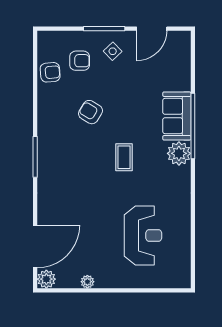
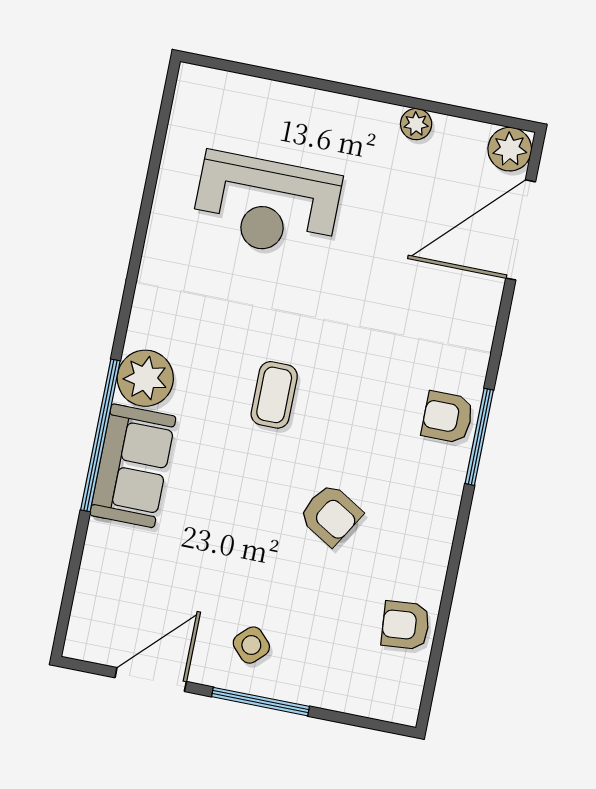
armchair: (80, 61) -> (447, 417), moved
reception desk: (143, 236) -> (266, 205), turned -90

